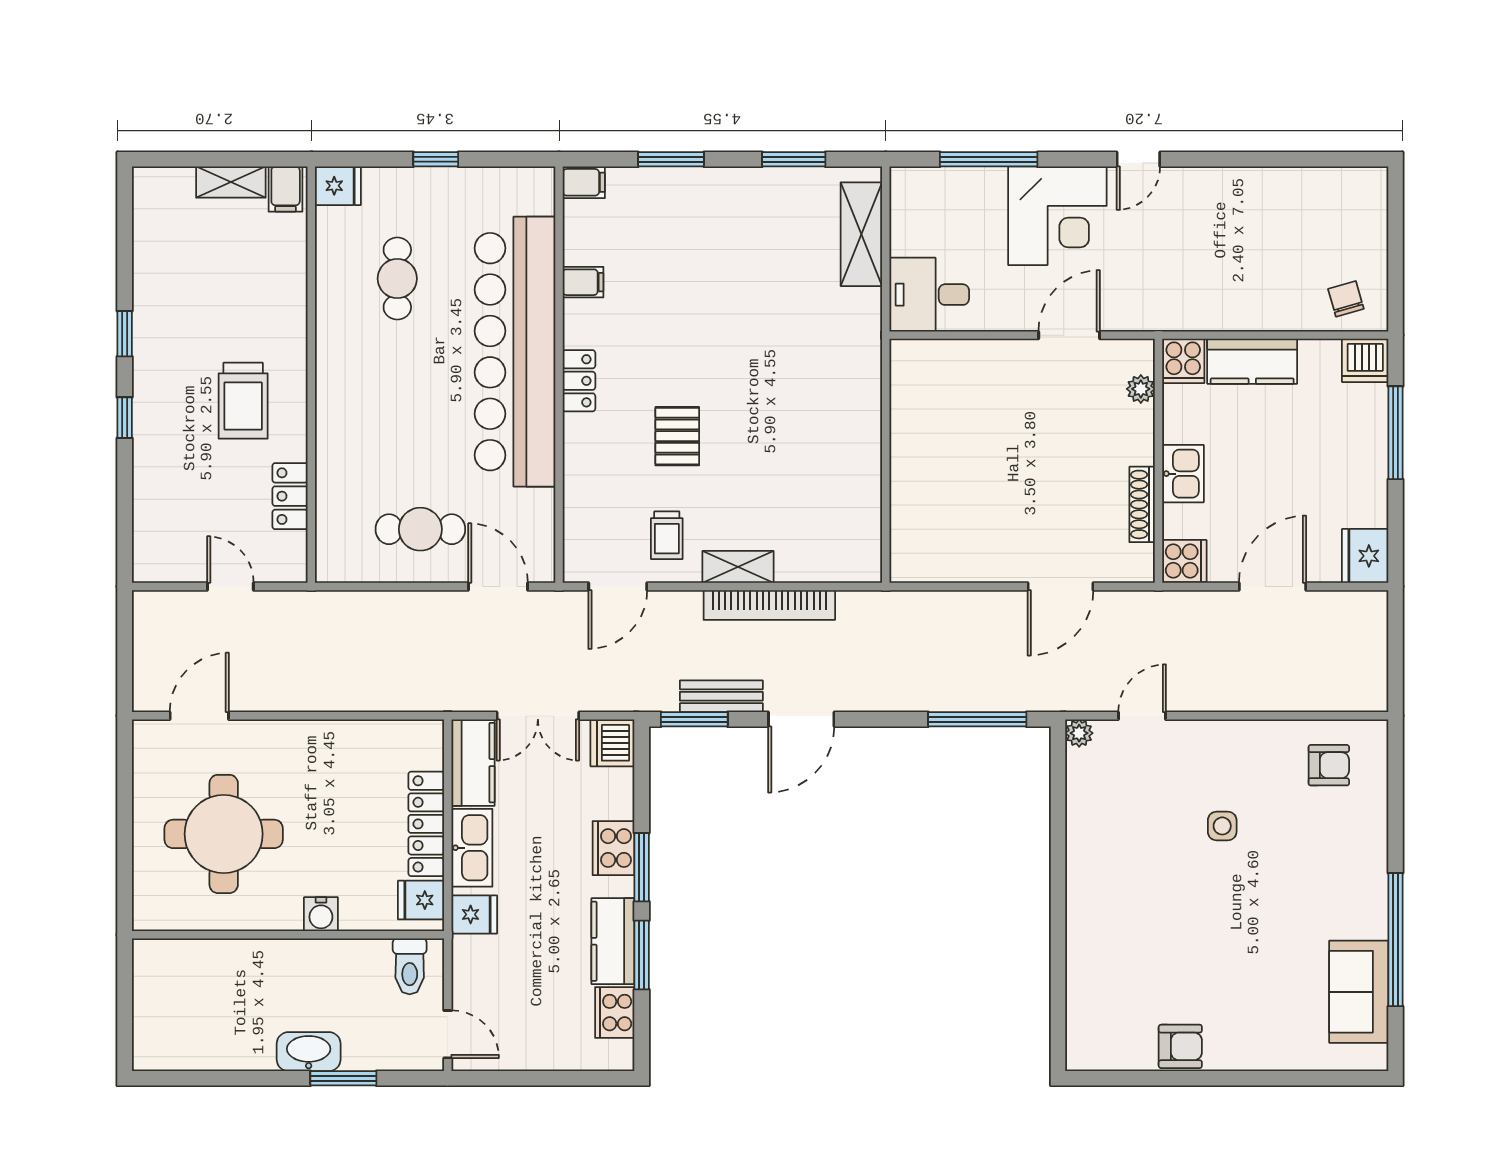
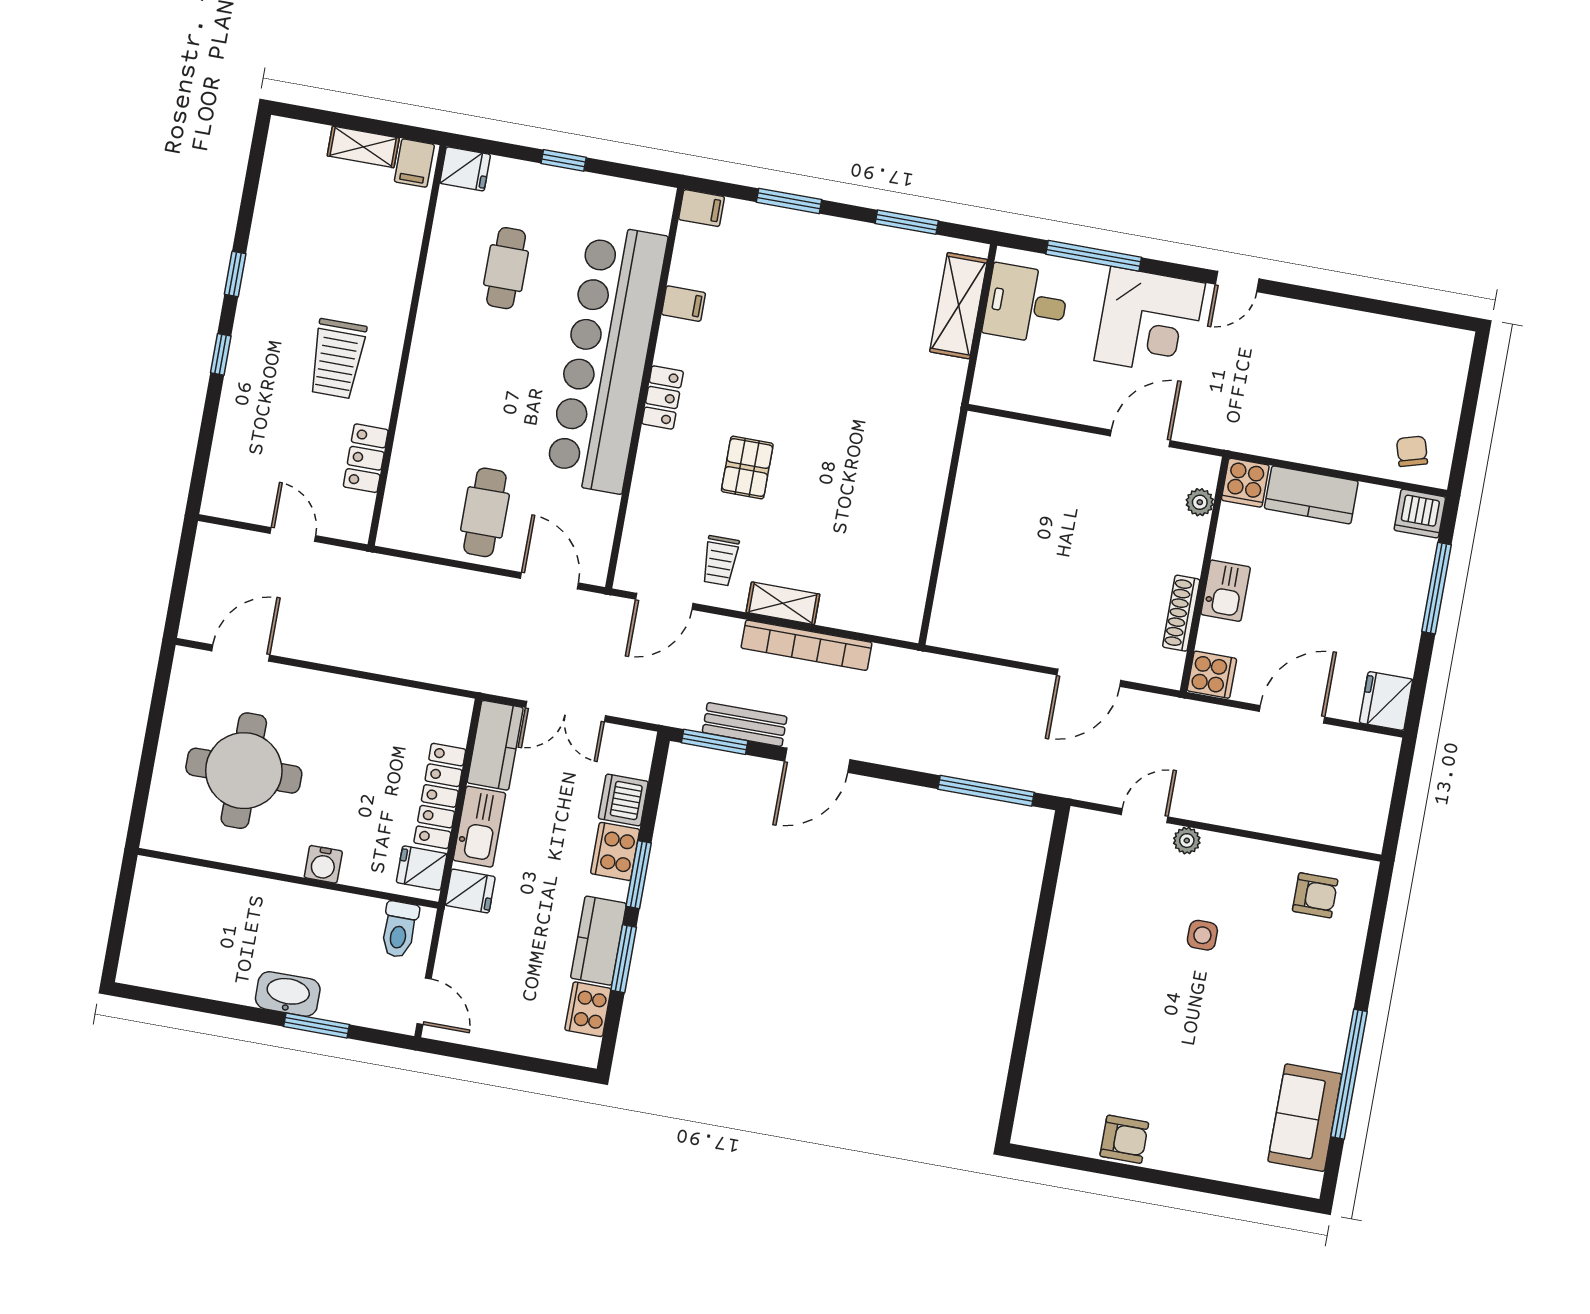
desk: (929, 295) -> (1026, 304), moved
cafe table: (420, 529) -> (485, 512), turned 90
plant: (1079, 733) -> (1187, 841), moved
dishwasher: (612, 743) -> (623, 800), moved

